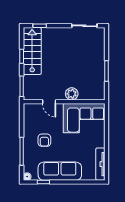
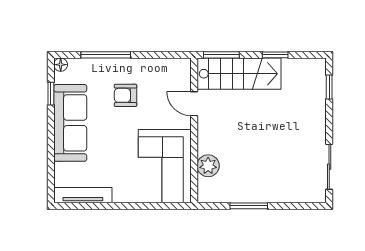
stairs: (32, 51) -> (239, 74), moved
plant: (72, 94) -> (208, 166), moved
door: (49, 102) -> (194, 104), hinge flipped

